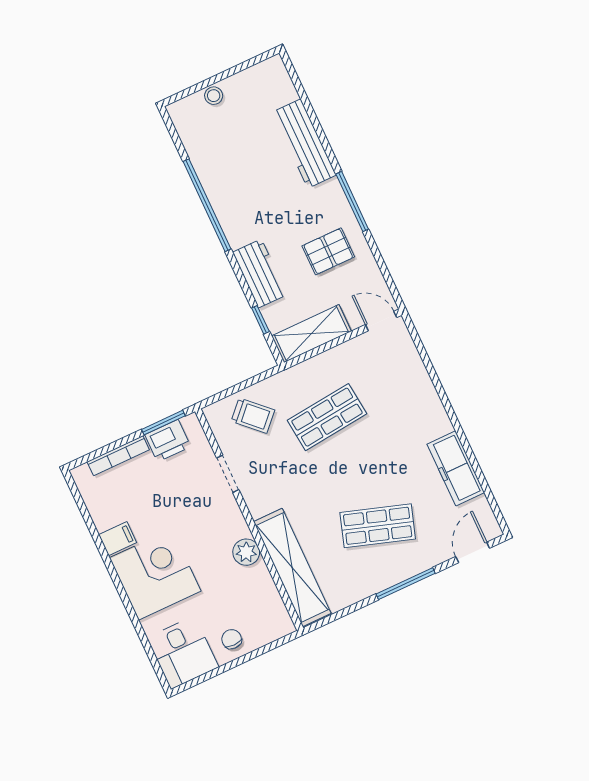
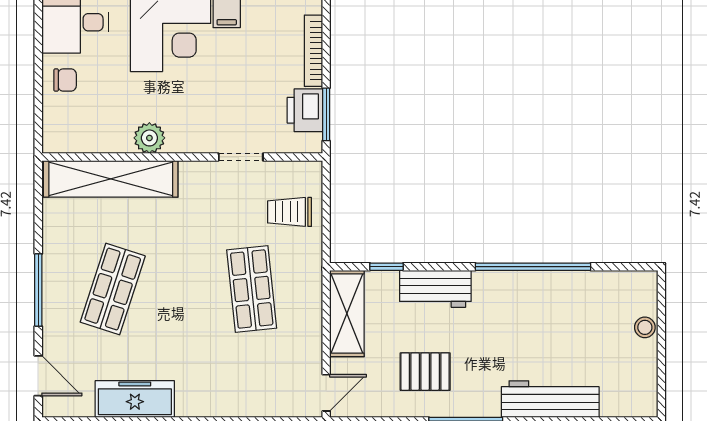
pallet: (328, 251) -> (425, 372), turned 90
trolley: (253, 416) -> (290, 212), turned 46

